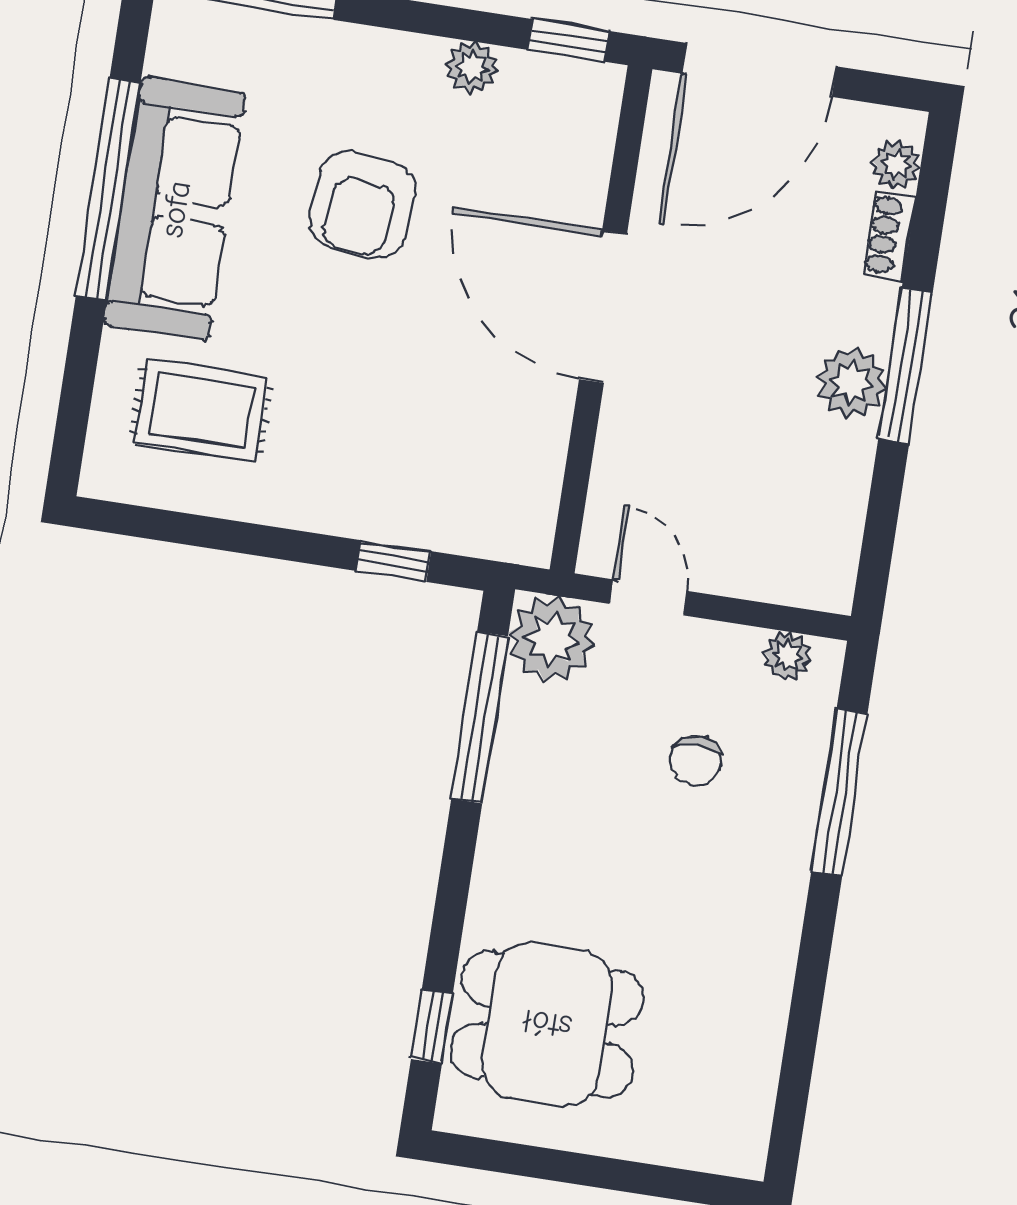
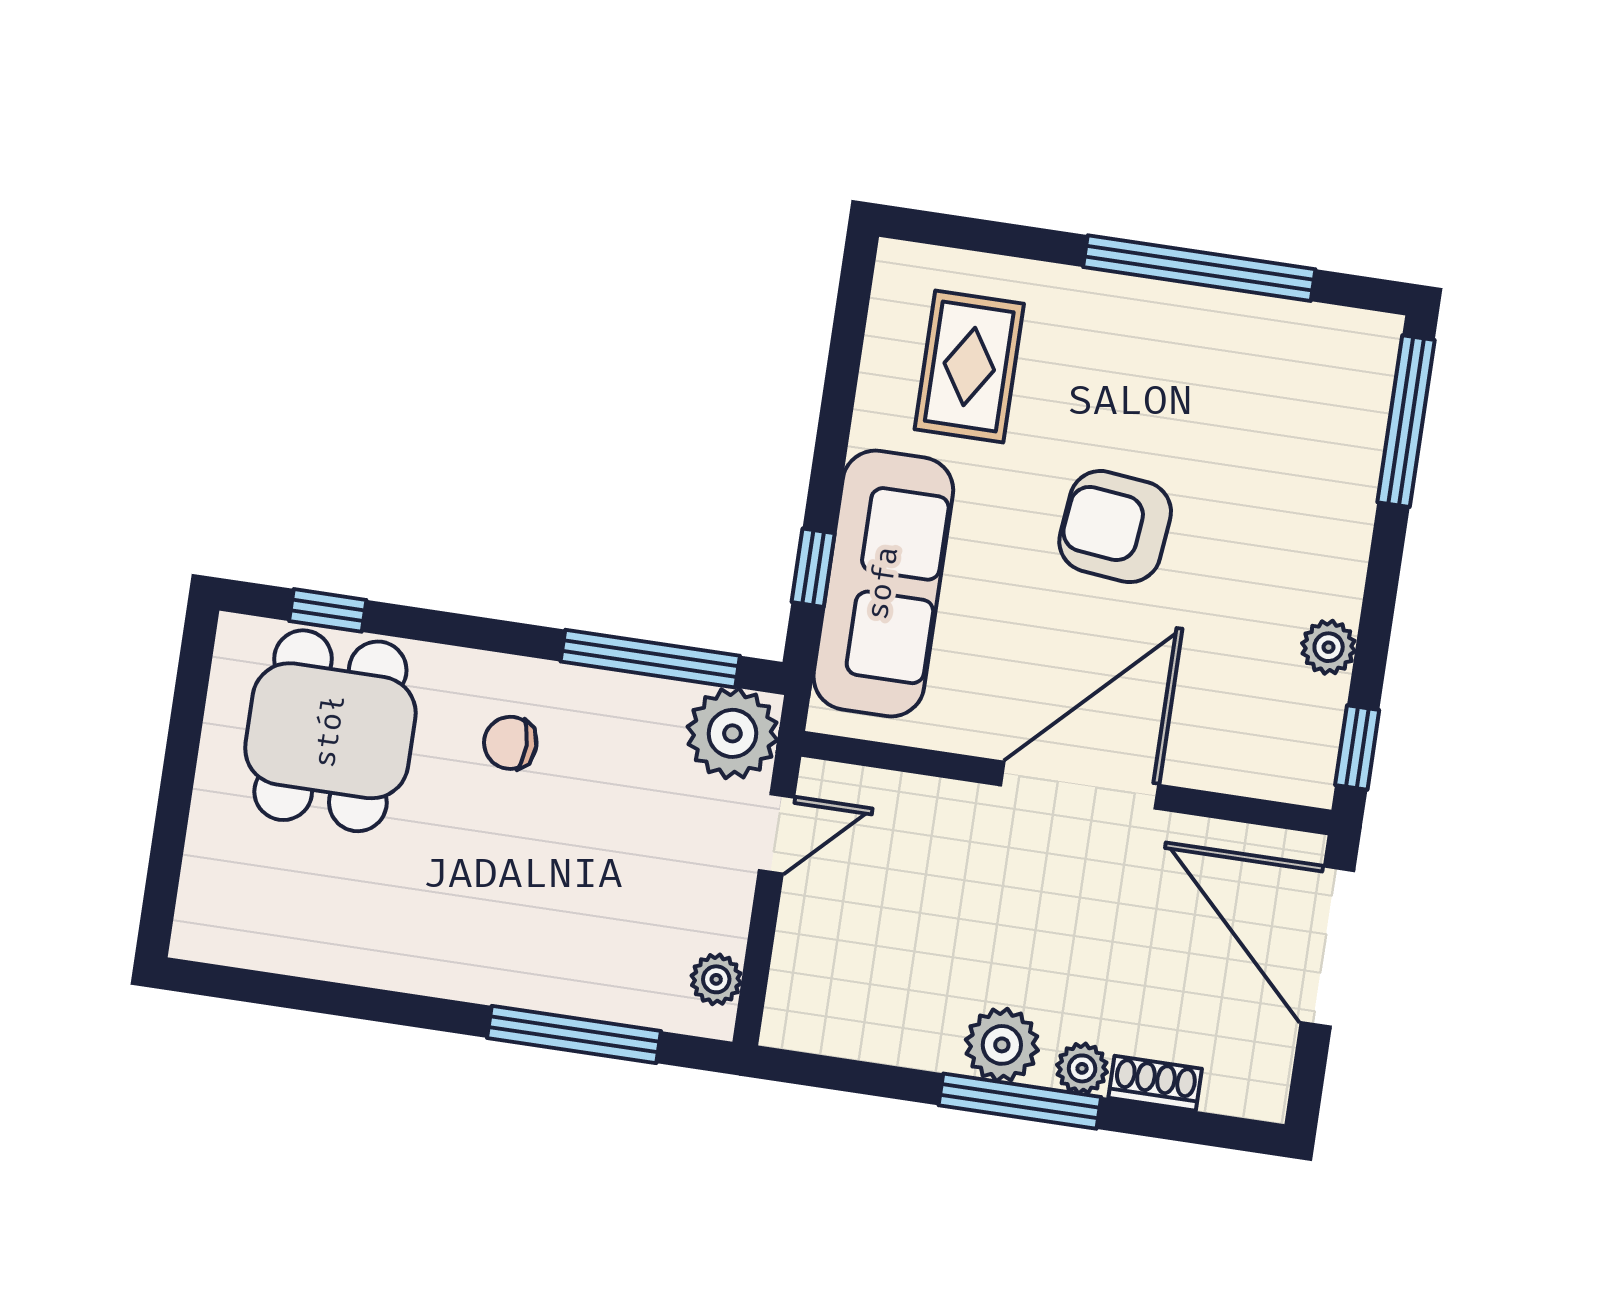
plant: (896, 165) -> (1082, 1068), moved
armchair: (362, 205) -> (1115, 527), moved
sofa: (175, 209) -> (883, 583), moved, turned -90
chair: (695, 761) -> (510, 743), moved

